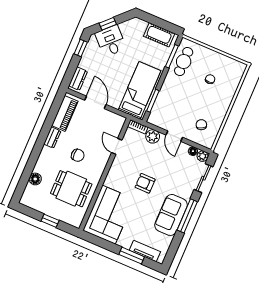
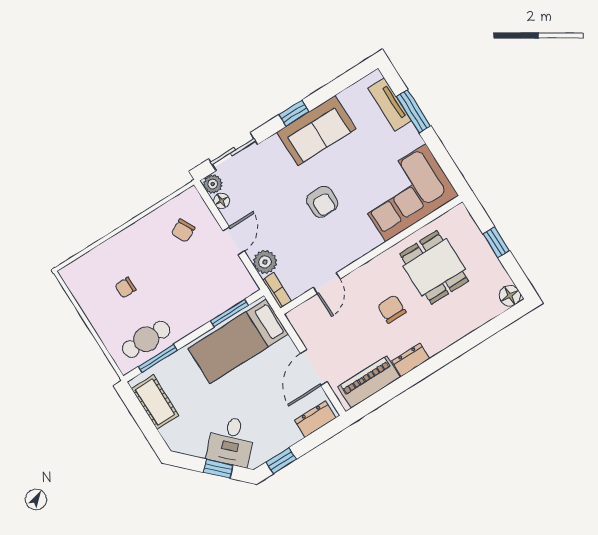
floor lamp: (35, 179) -> (510, 296), moved
window: (187, 216) -> (294, 113), width x0.46

